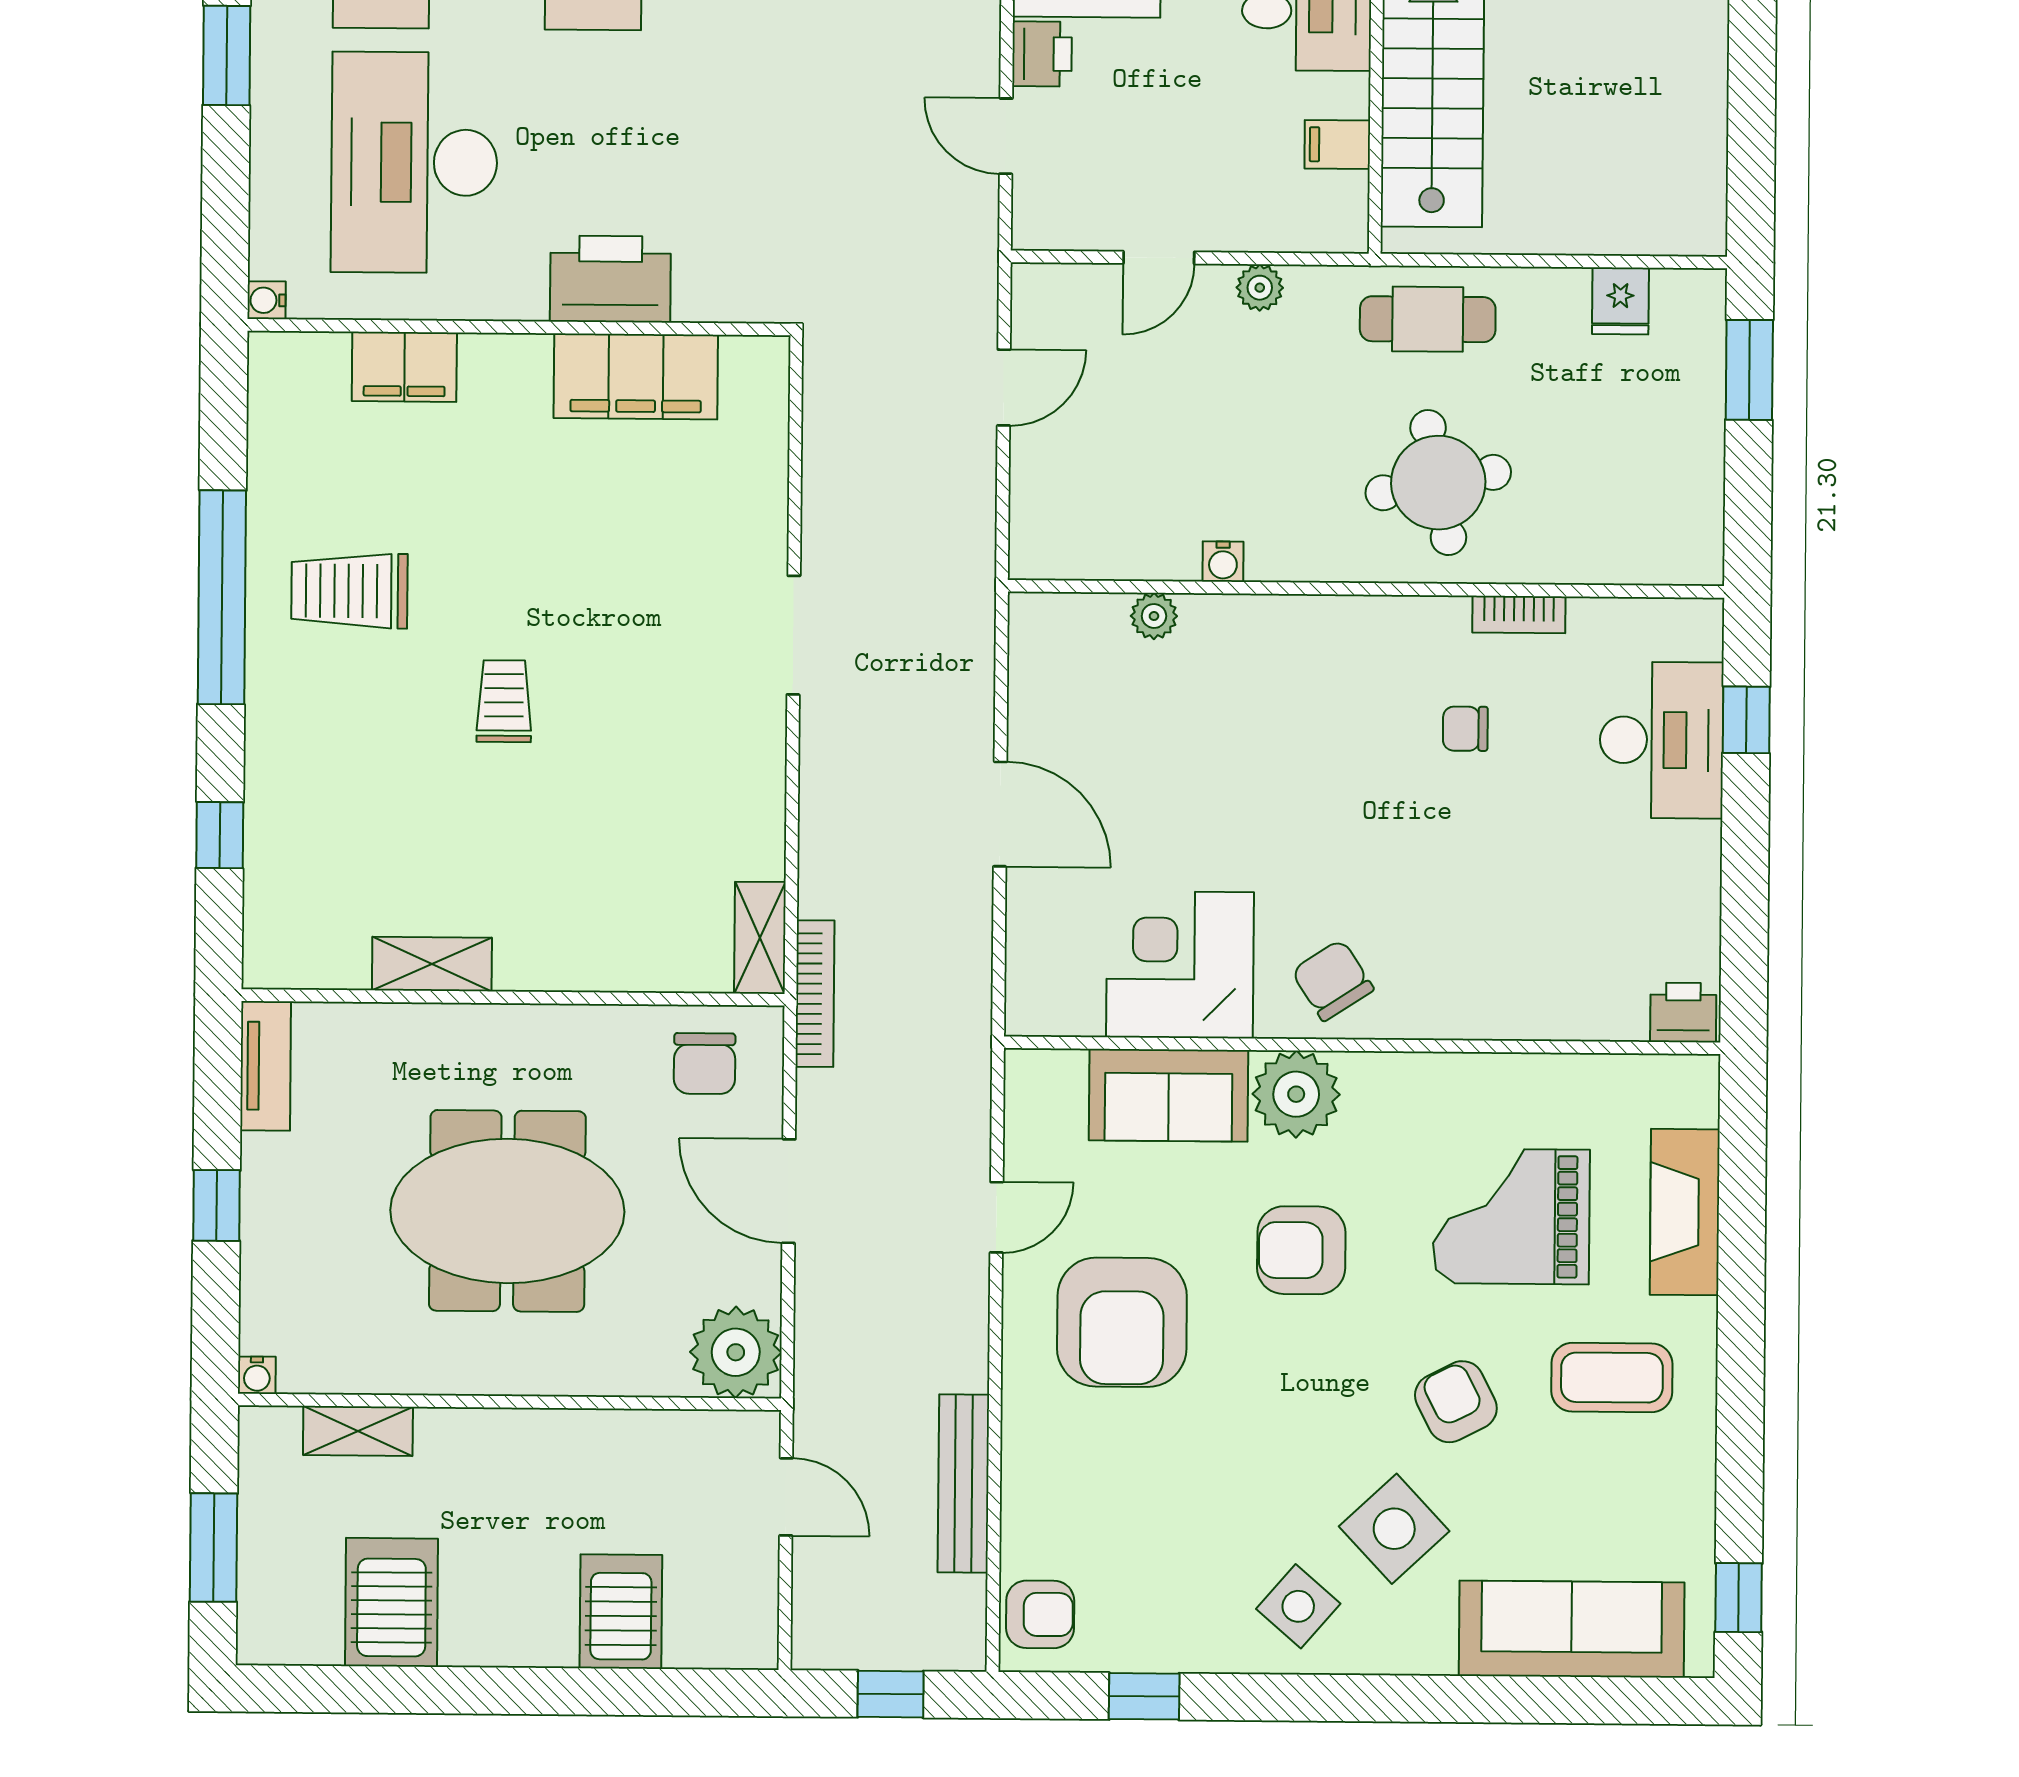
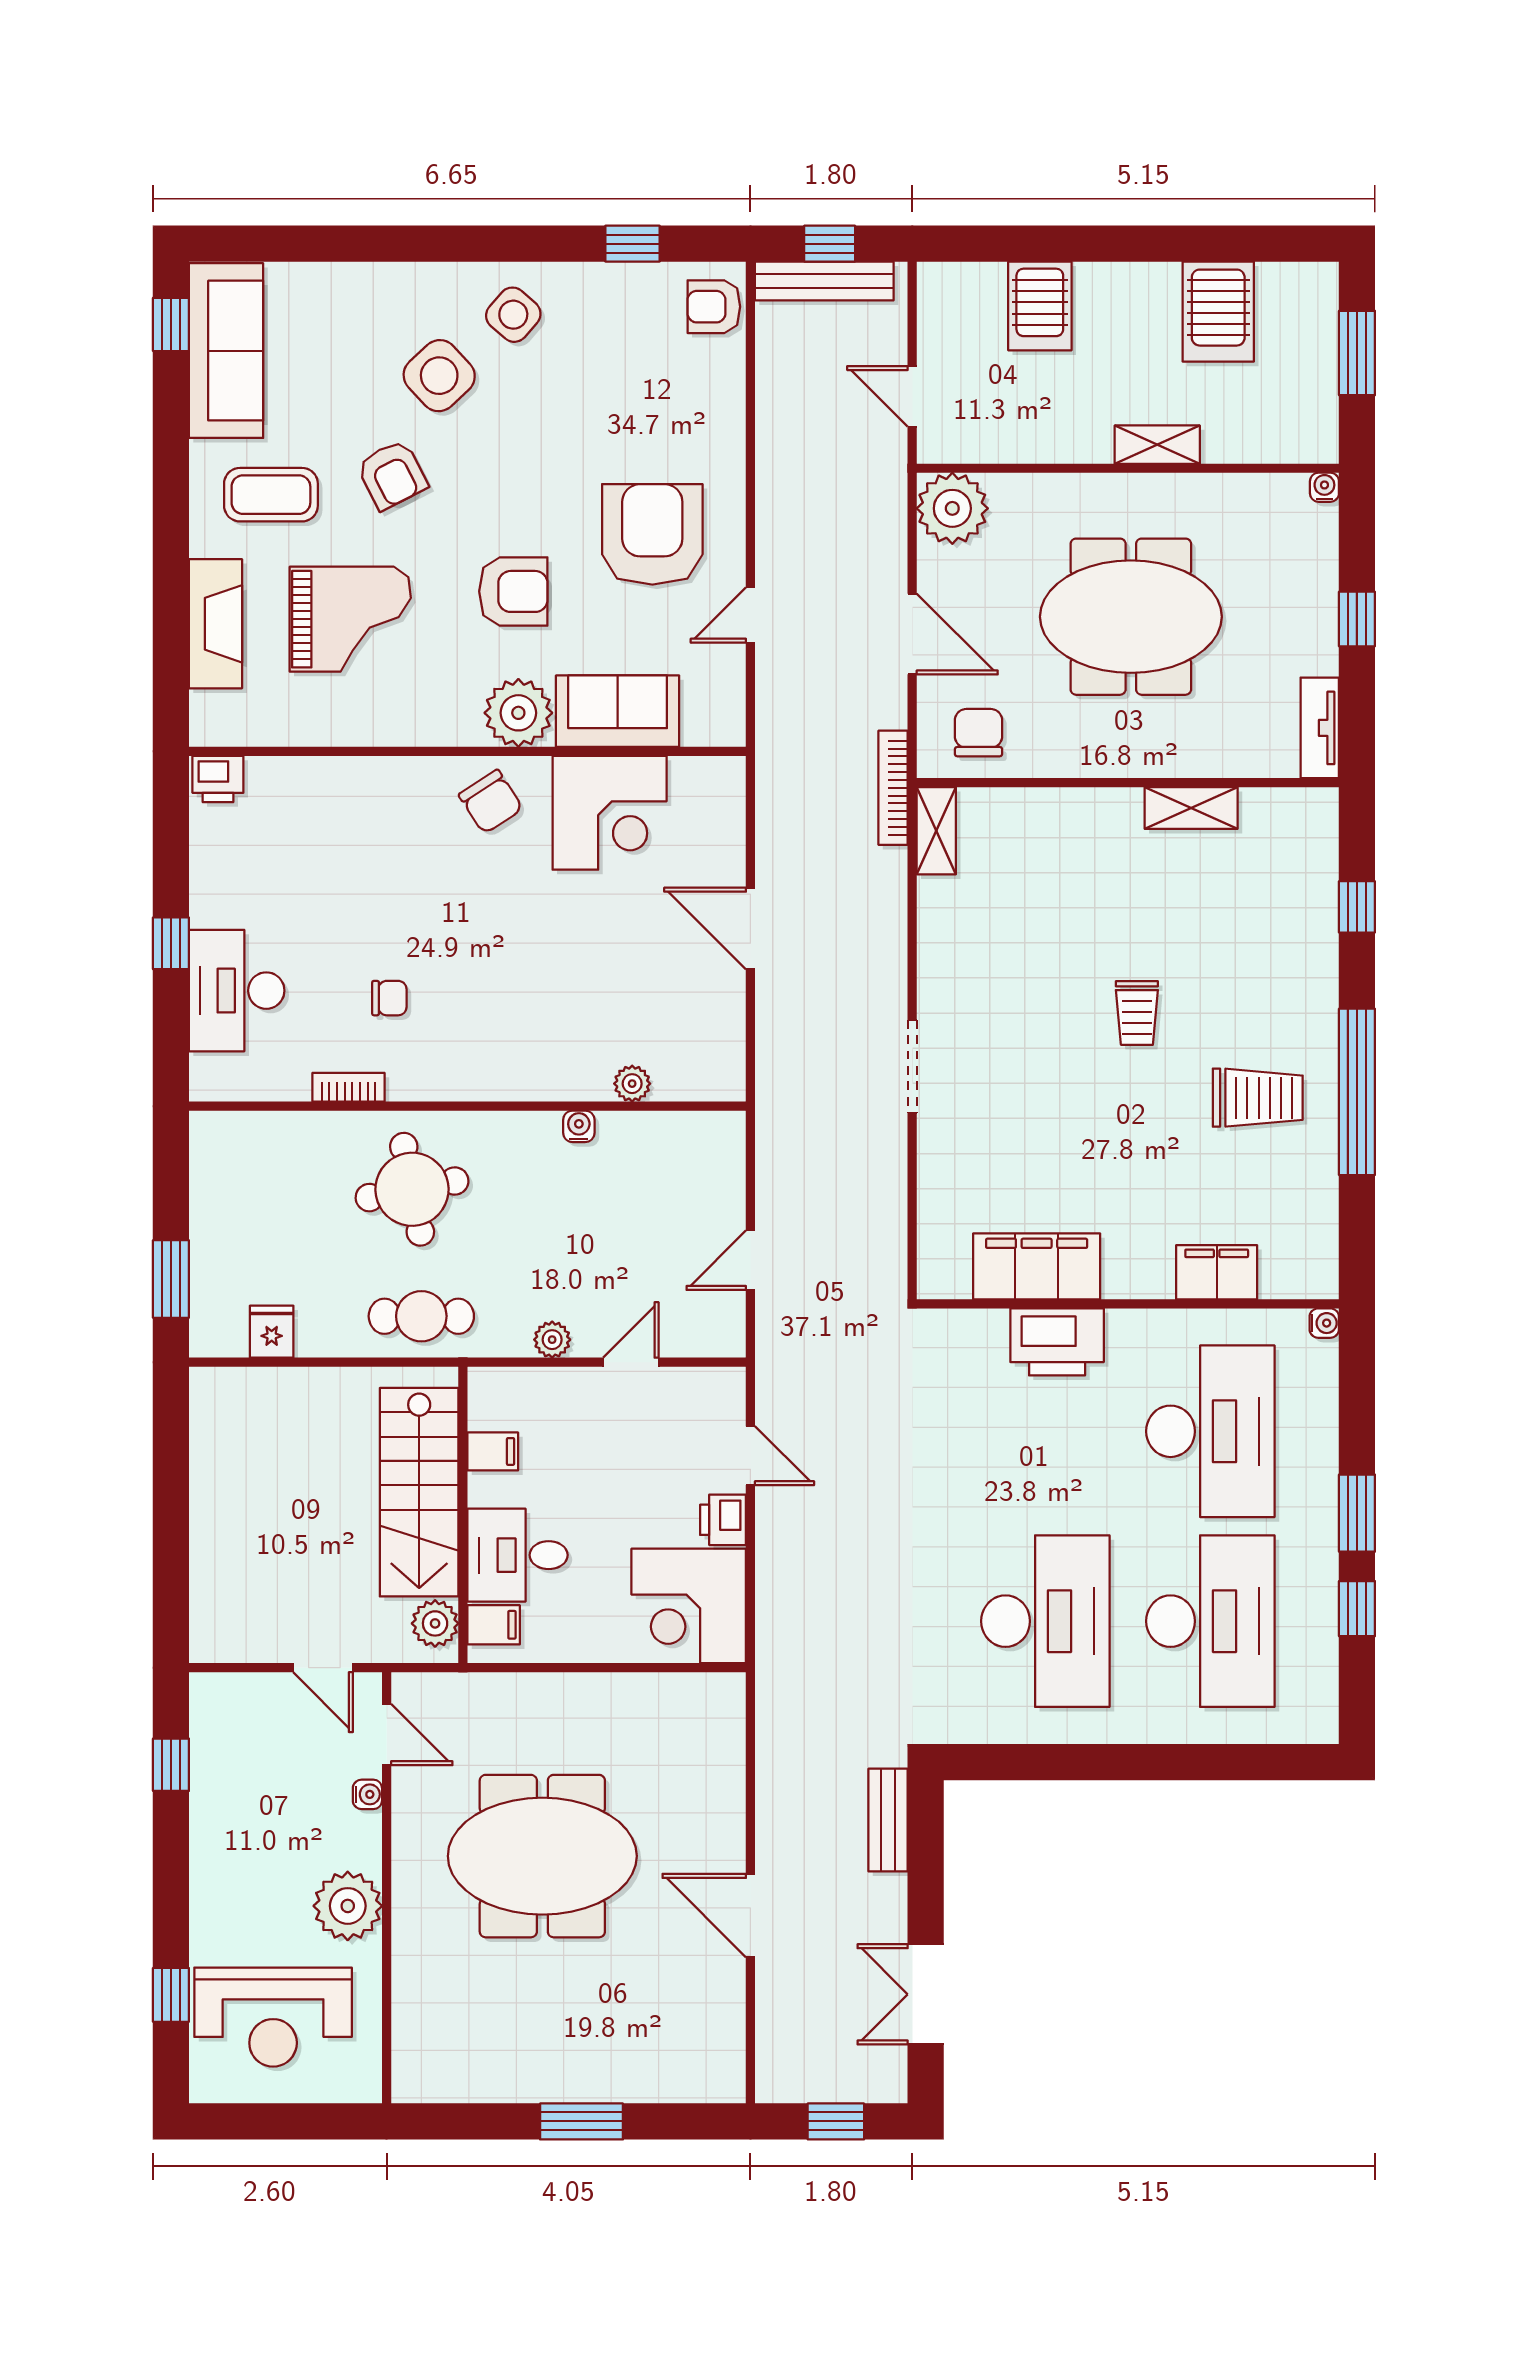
window: (1746, 720) -> (171, 943), moved
shelving: (358, 1431) -> (1157, 445), moved
bench: (963, 1484) -> (824, 281), moved, turned 90
sofa: (1572, 1629) -> (226, 351), moved, turned -90

